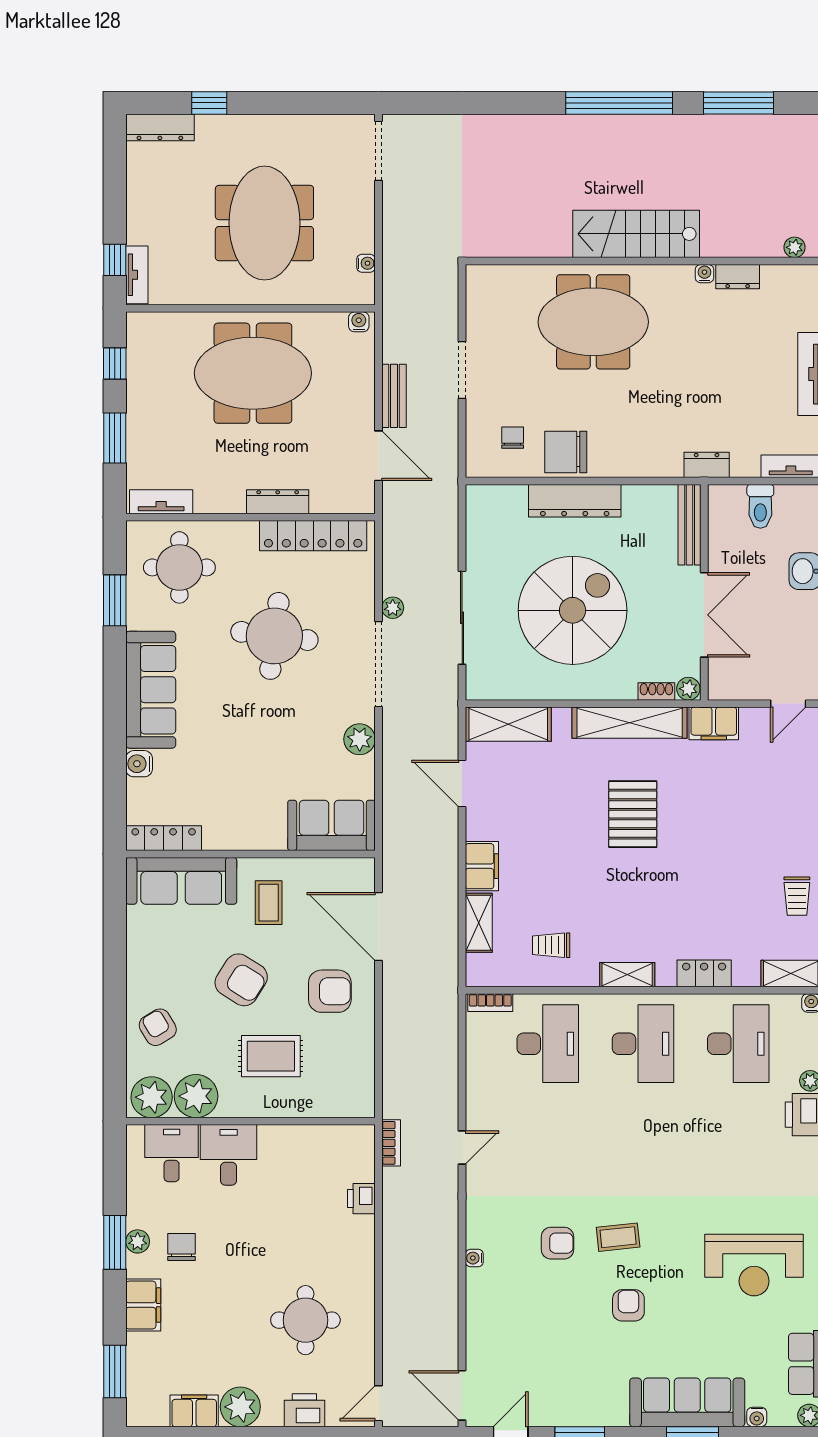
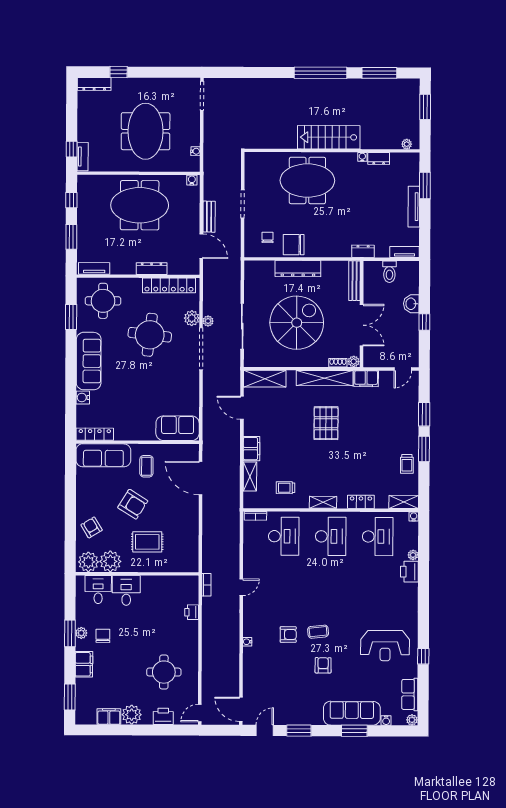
plant: (360, 739) -> (192, 318), moved
armchair: (330, 991) -> (176, 510), removed

